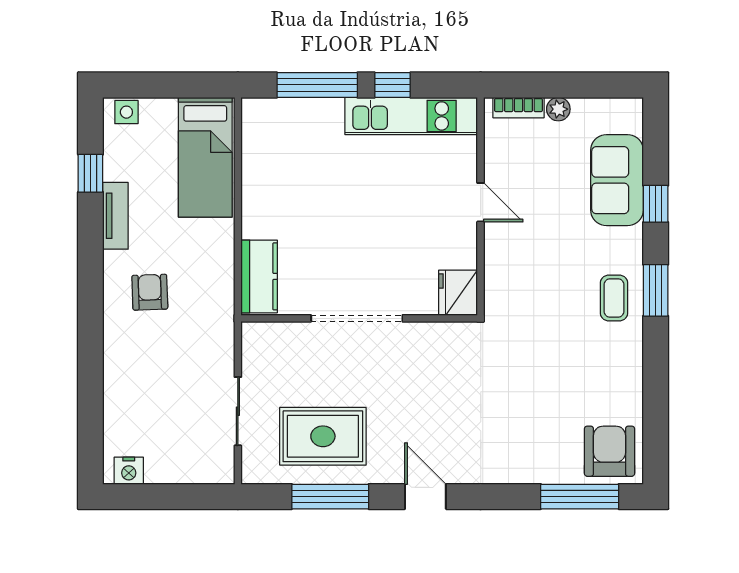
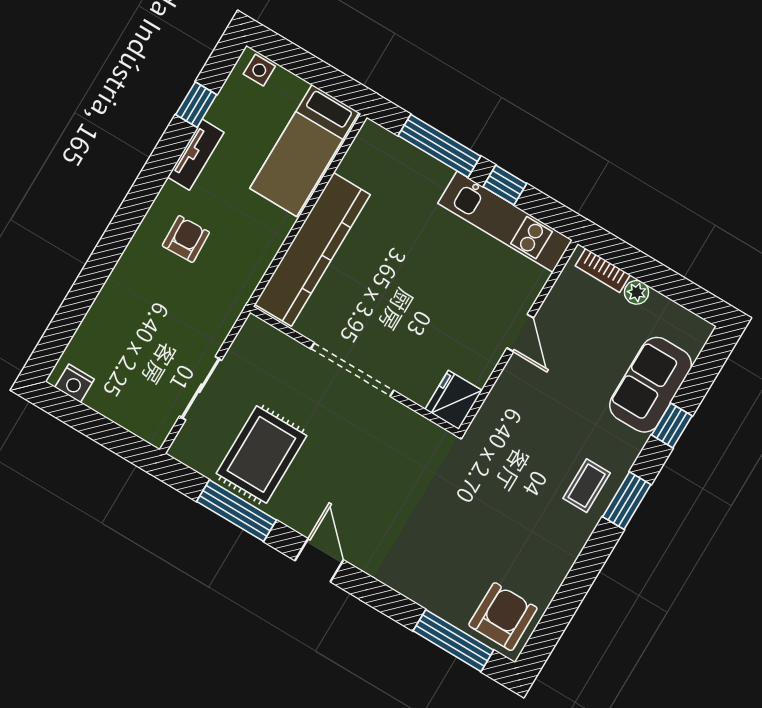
kitchen counter: (259, 276) -> (312, 249), width x2.08, depth x1.17
rug: (323, 436) -> (261, 454), turned 90

